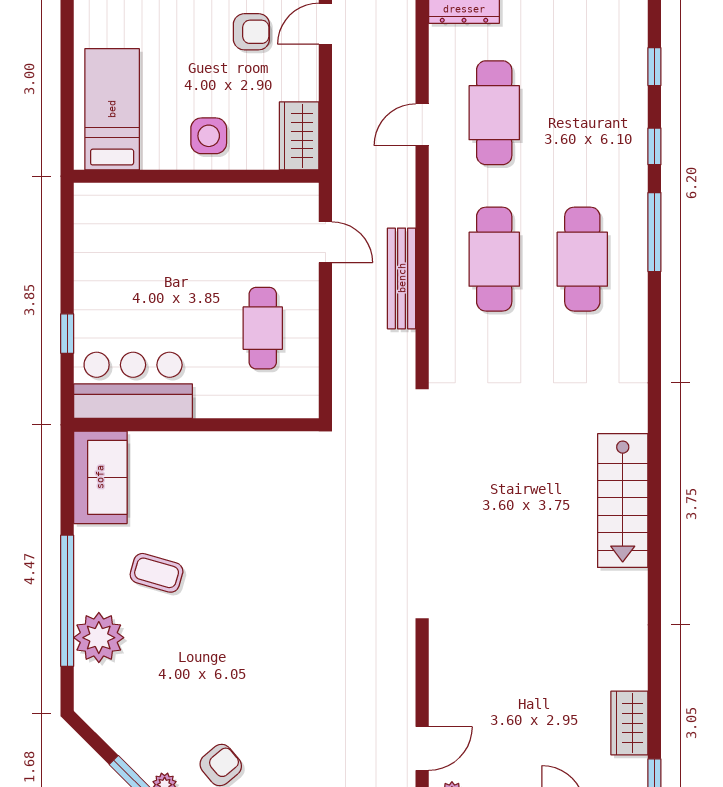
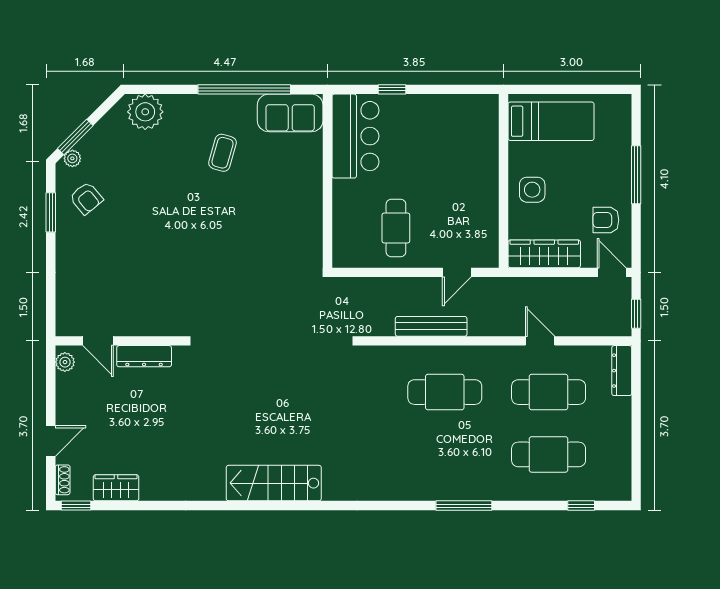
armchair: (251, 32) -> (606, 220), turned 90
wardrobe: (299, 136) -> (544, 254), width x1.50
window: (654, 146) -> (525, 506), removed
cafe table: (582, 259) -> (549, 454), moved
cafe table: (263, 328) -> (396, 228), turned 90
window: (67, 601) -> (244, 89), moved
plant: (99, 638) -> (145, 112), moved
dresser: (444, 684) -> (144, 356), added

